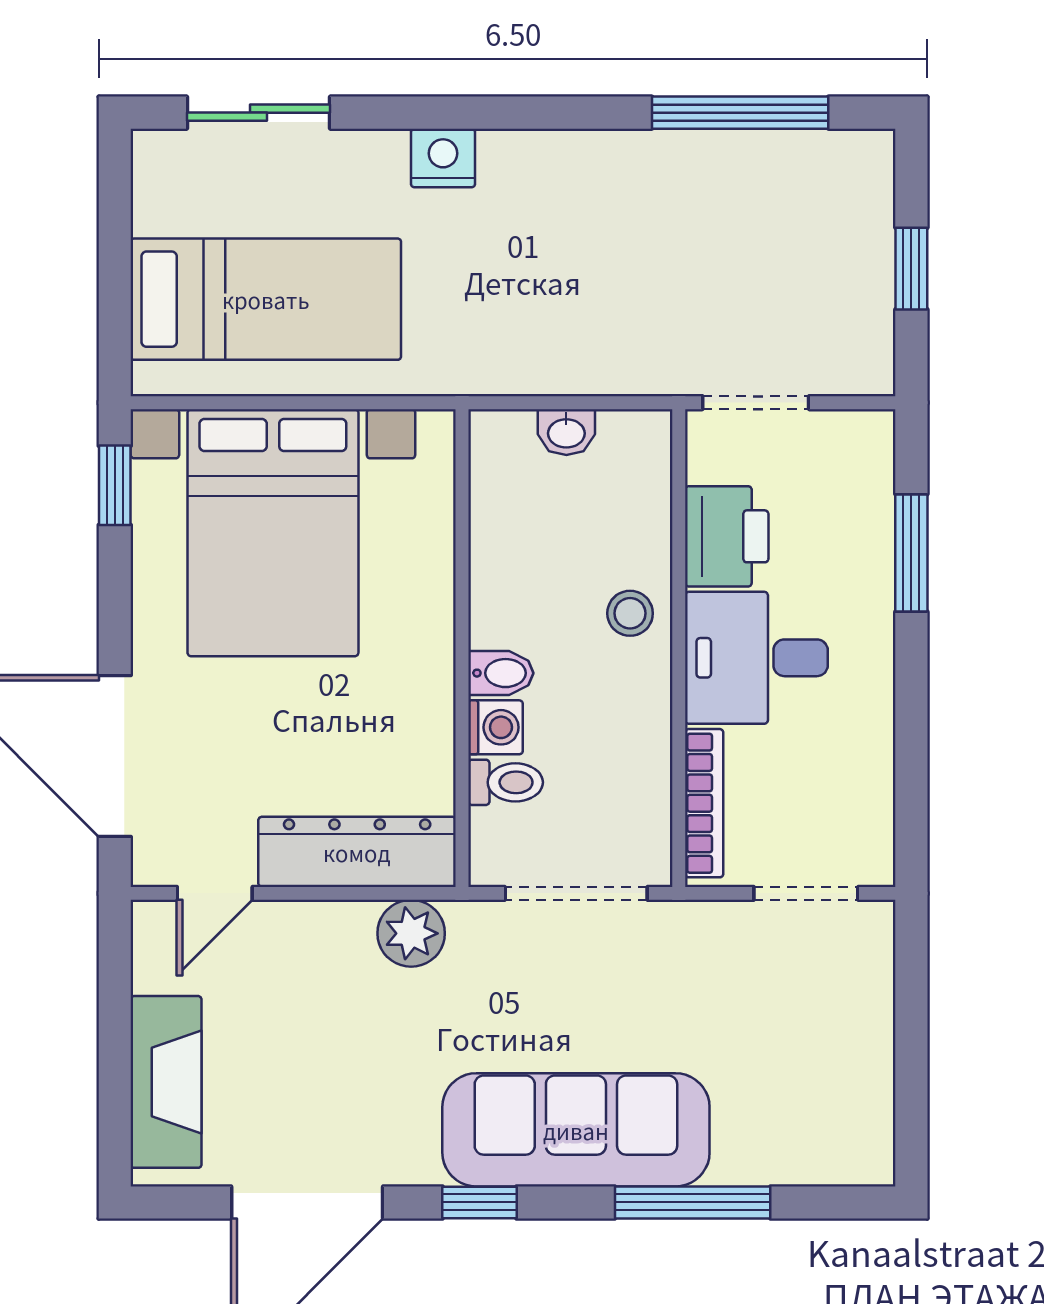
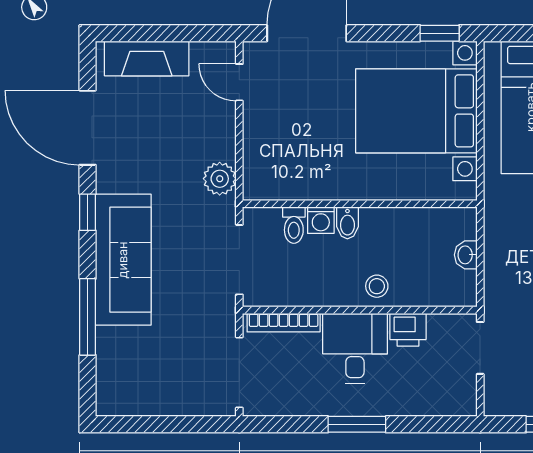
printer: (727, 536) -> (408, 330), width x0.73, depth x0.81
window: (911, 553) -> (357, 424), moved
dresser: (357, 852) -> (260, 152), removed
doorway: (806, 893) -> (239, 373), width x1.38

